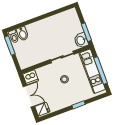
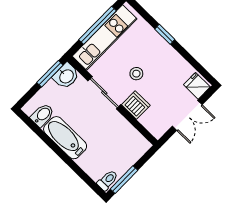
bathtub: (48, 24) -> (65, 138), added
bidet: (22, 34) -> (42, 115), moved
dishwasher: (31, 77) -> (136, 105), moved
double door: (29, 96) -> (187, 115), swing flipped

